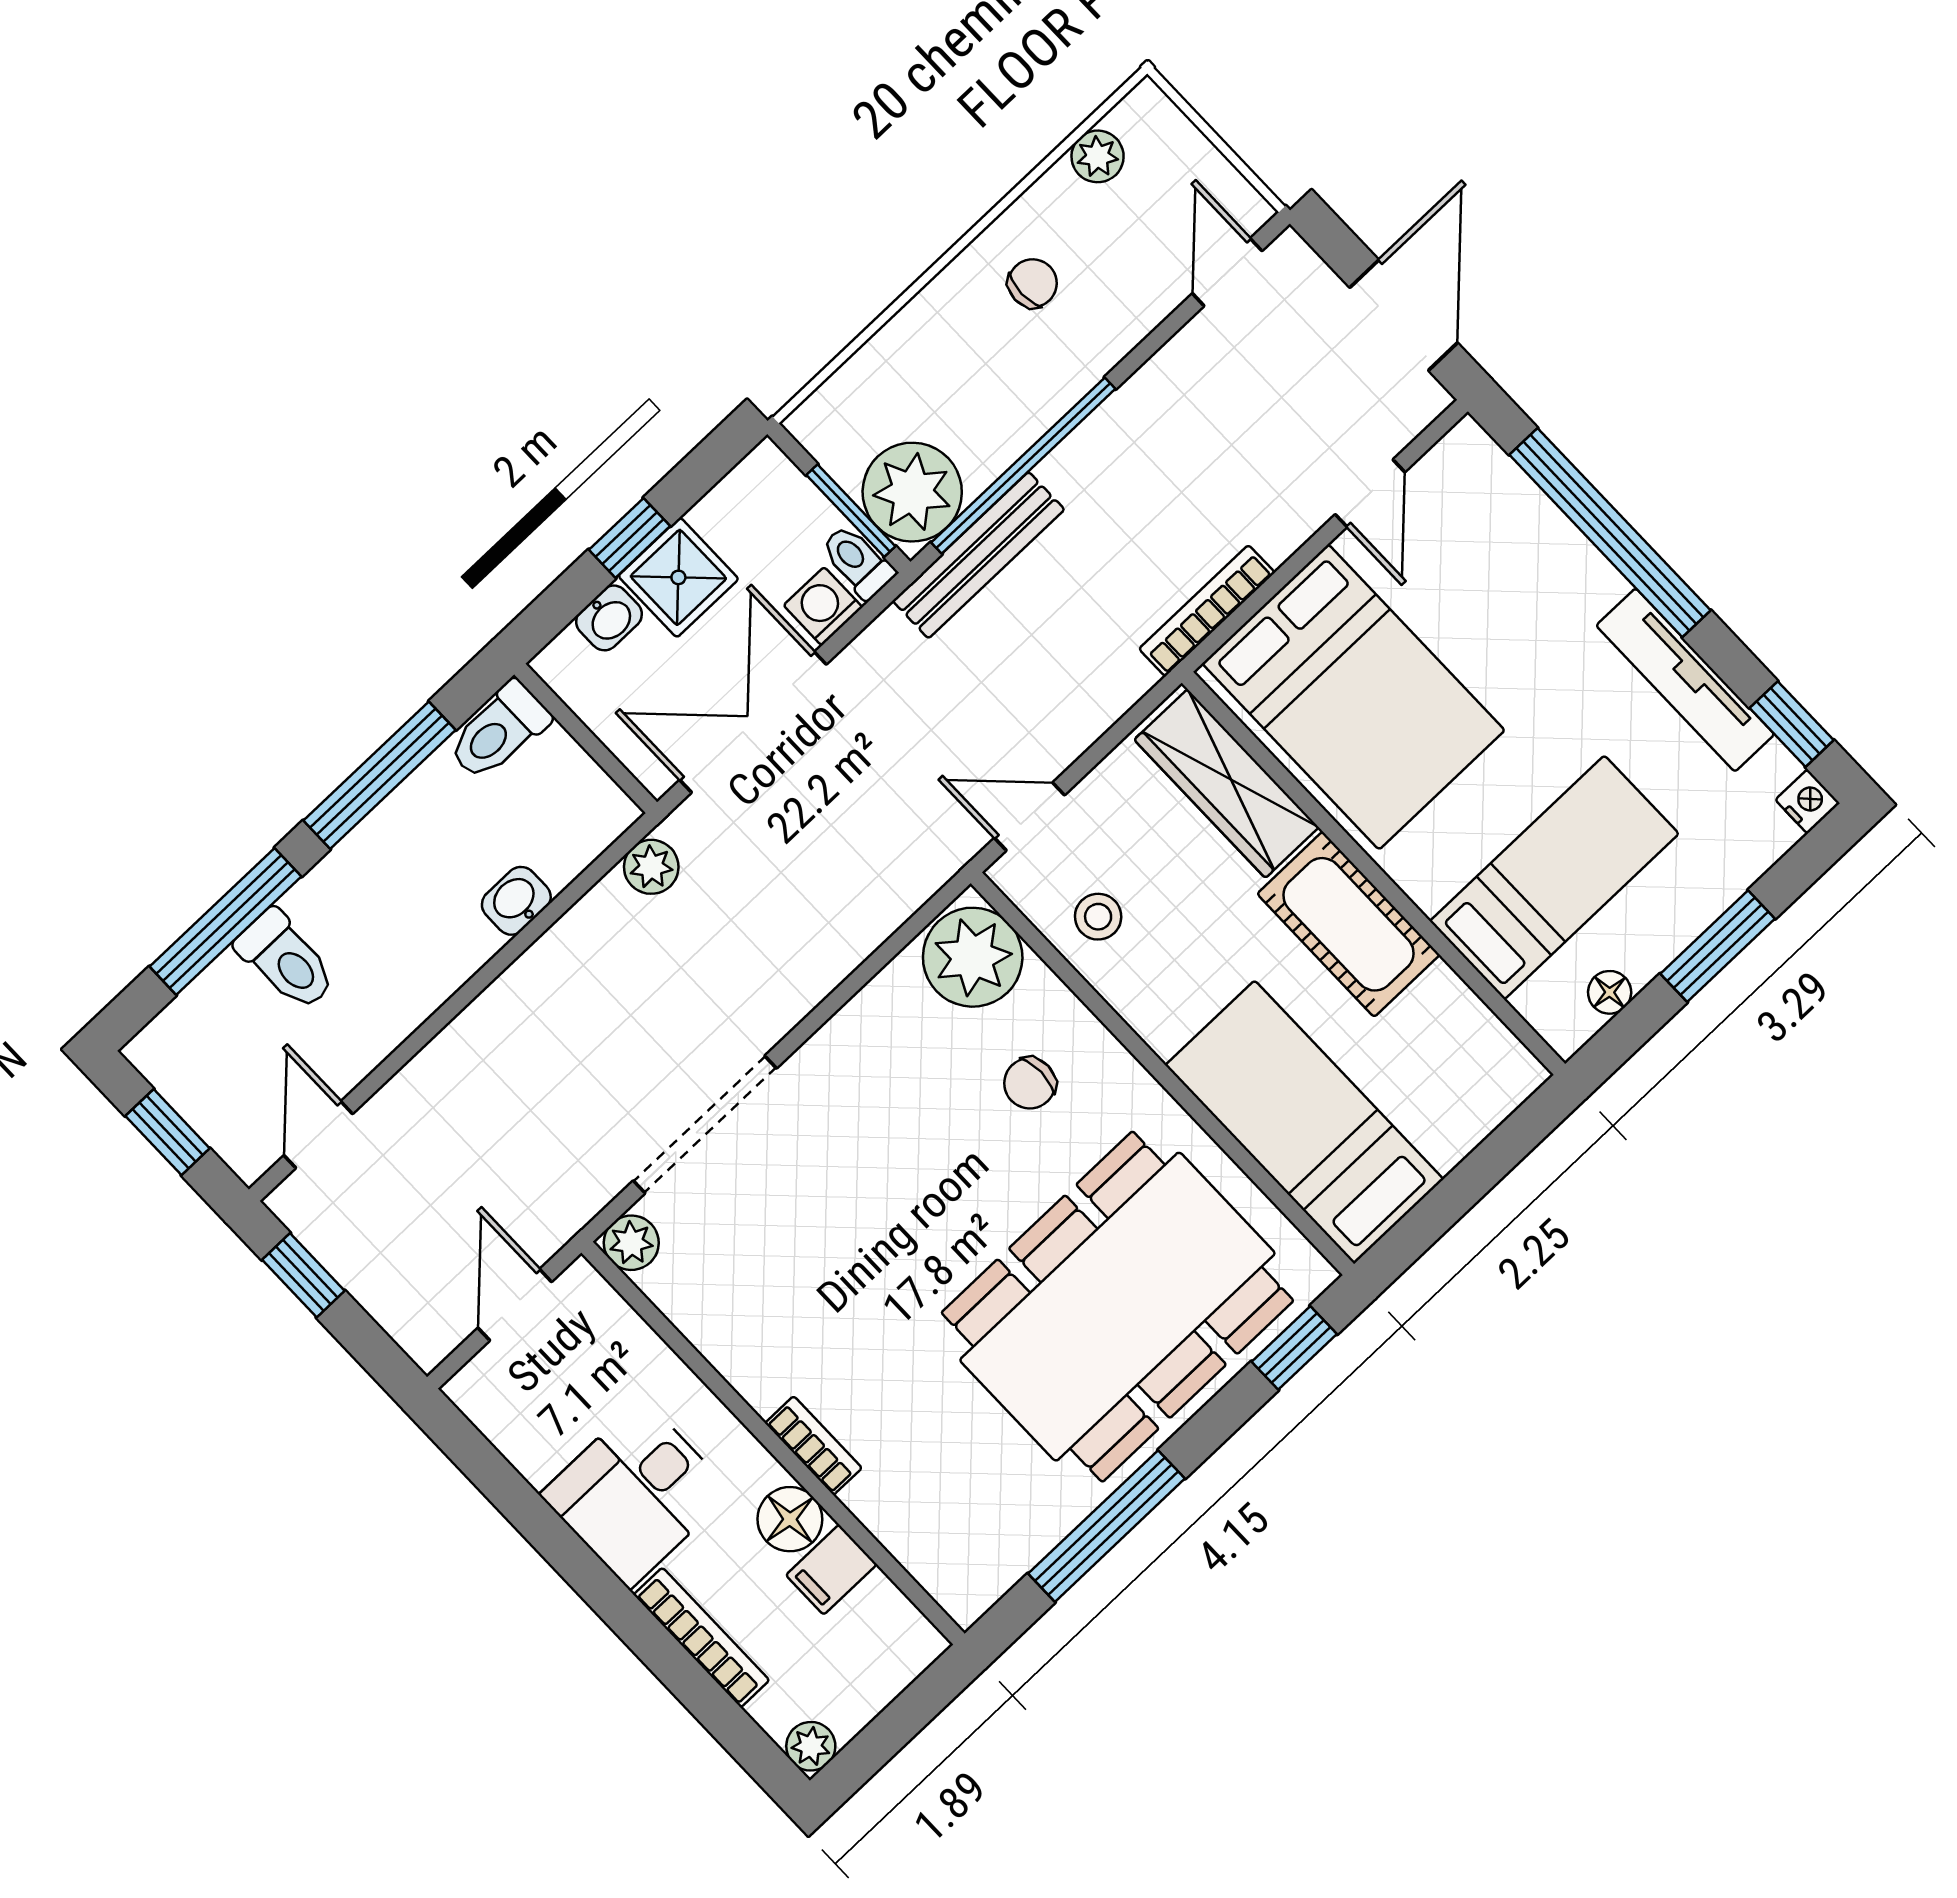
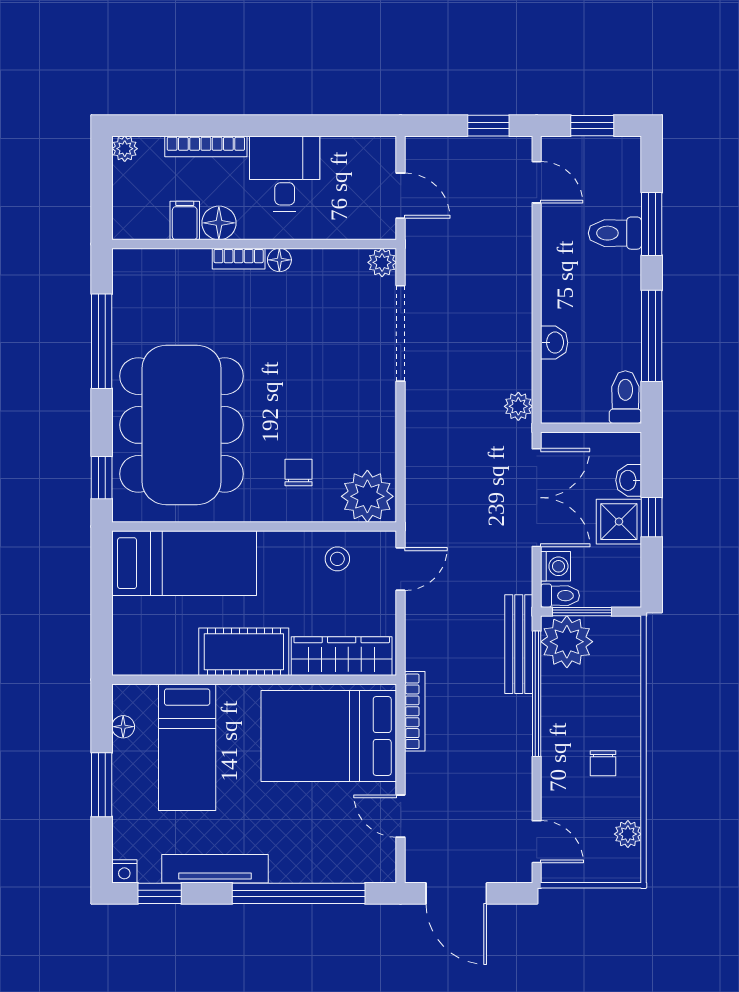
window: (225, 922) -> (652, 224), width x0.69
floor lamp: (762, 1387) -> (279, 260), added

